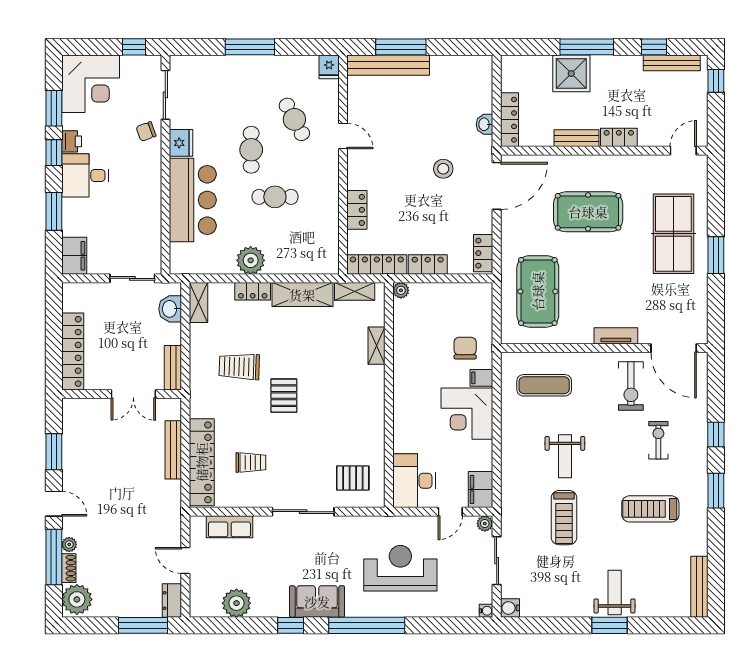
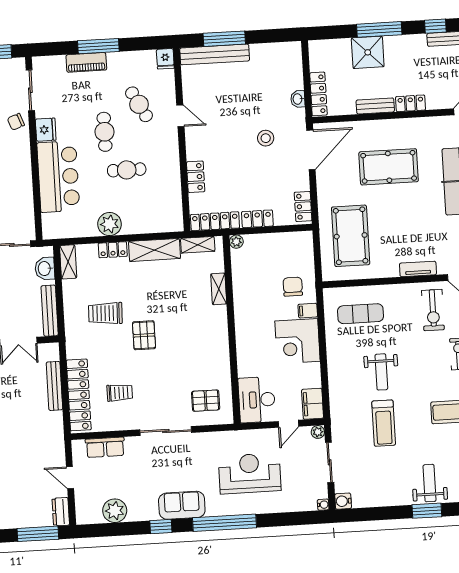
piano: (234, 66) -> (86, 62), added
bench: (173, 368) -> (50, 311), width x1.36

